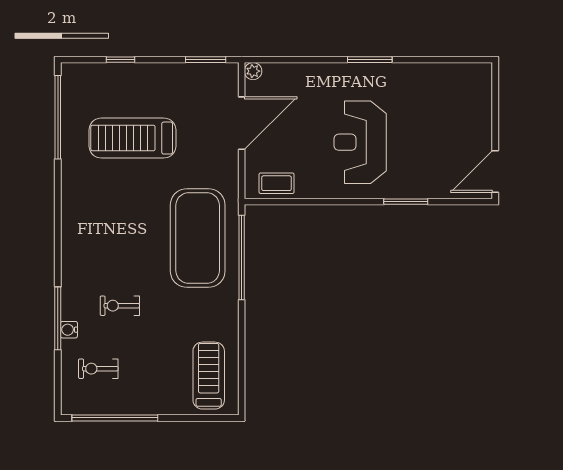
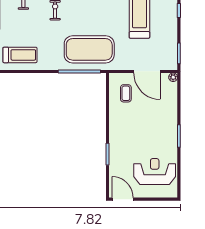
reception desk: (360, 142) -> (155, 172), moved
coffee table: (277, 183) -> (126, 93), moved

